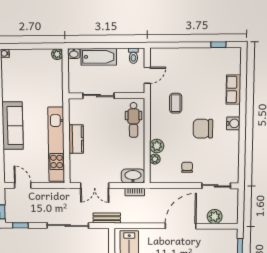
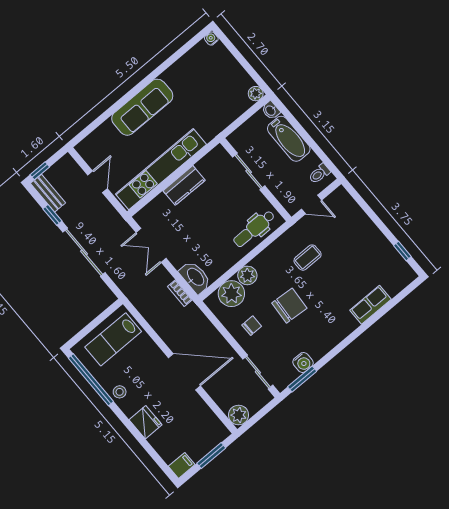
water cooler: (233, 123) -> (303, 362), moved
chair: (203, 129) -> (289, 306), moved, turned 94
plant: (155, 159) -> (231, 294), width x1.87, depth x1.87
window: (242, 164) -> (302, 379), added
door: (23, 185) -> (97, 182), moved
plant: (215, 216) -> (239, 415), moved
bench: (107, 218) -> (48, 193), moved
window: (20, 225) -> (52, 215), moved

